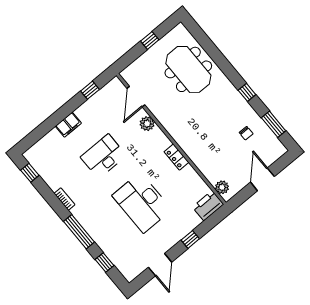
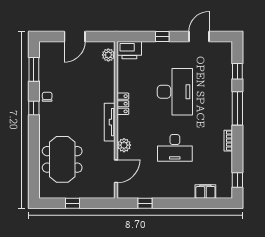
filing cabinet: (68, 125) -> (205, 191), moved
tv unit: (175, 133) -> (110, 122), added
chair: (246, 133) -> (47, 97), moved

